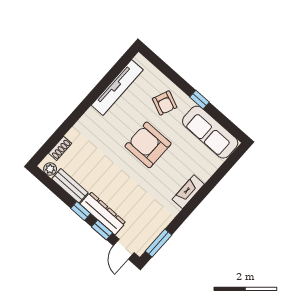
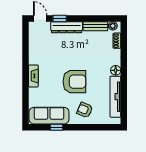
window: (200, 100) -> (57, 127), moved
floor lamp: (91, 117) -> (116, 70), added
window: (81, 211) -> (79, 18), removed
window: (158, 243) -> (25, 37), removed

